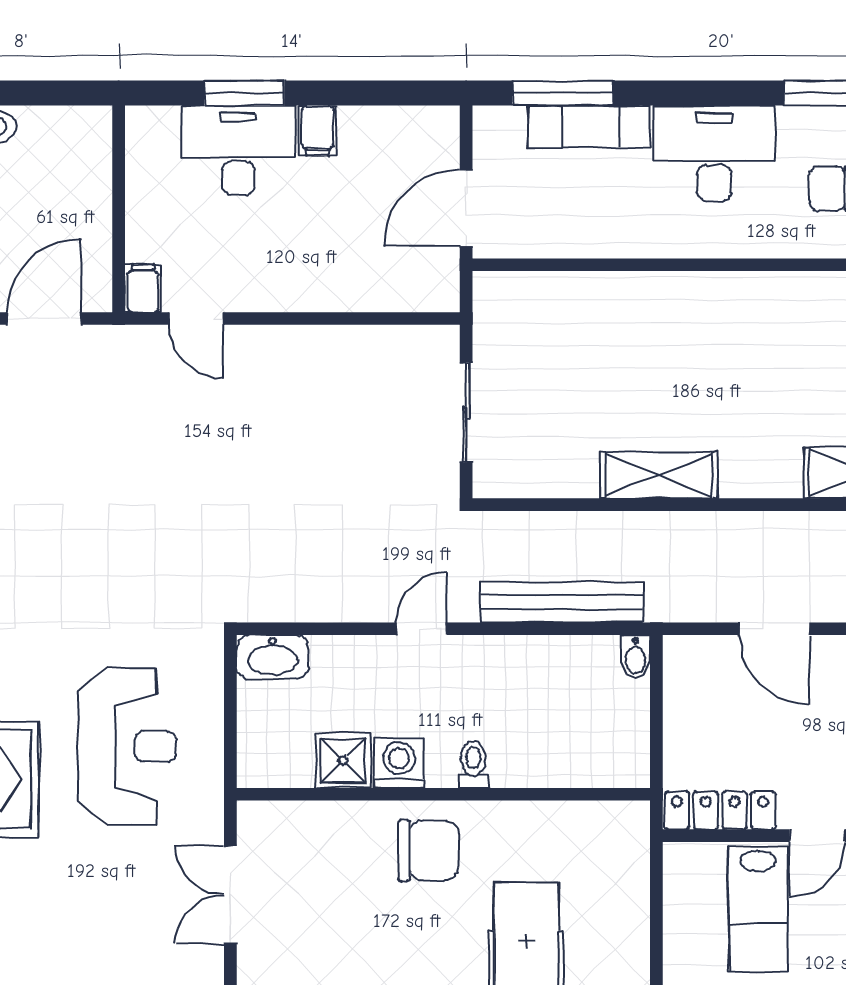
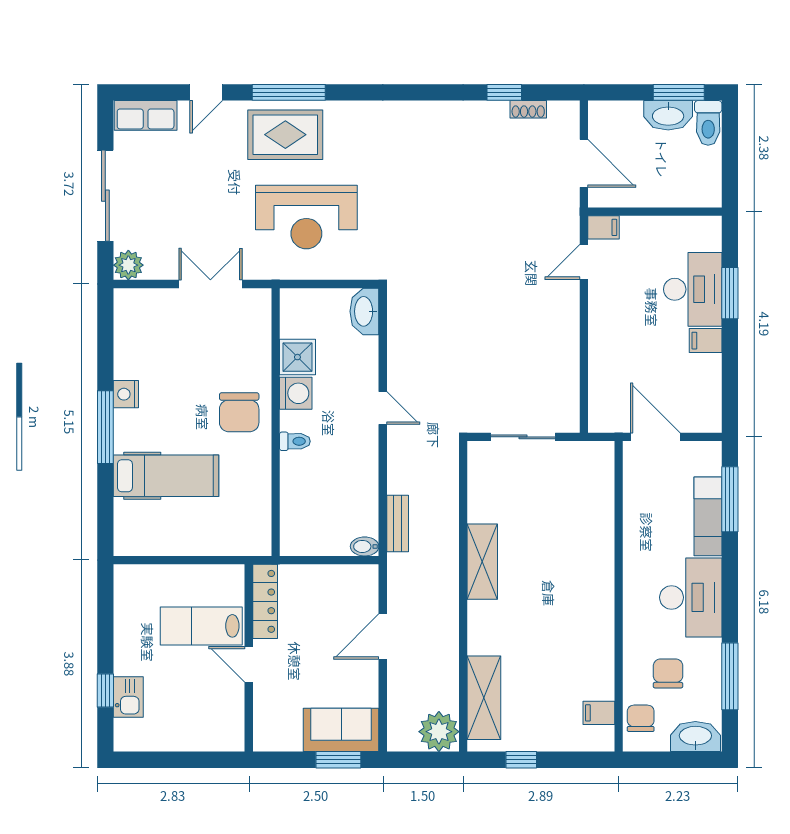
bench: (562, 602) -> (398, 524), width x0.54, depth x0.82

